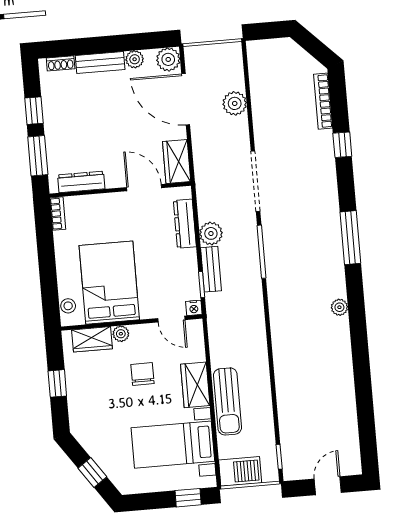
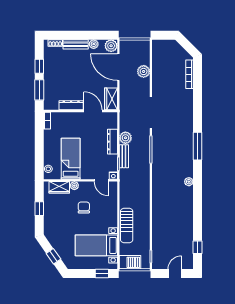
window: (342, 145) -> (197, 247), moved
dresser: (81, 182) -> (71, 105), moved
dresser: (185, 224) -> (112, 142), moved
bed: (109, 283) -> (71, 159), width x0.67
wardrobe: (195, 385) -> (111, 215), removed

